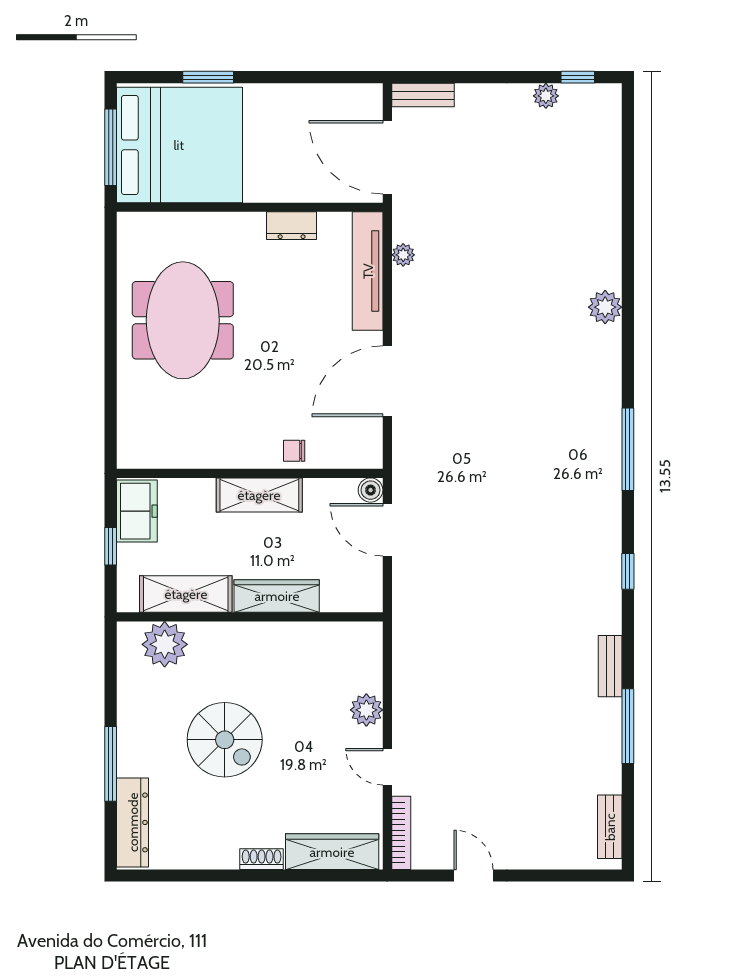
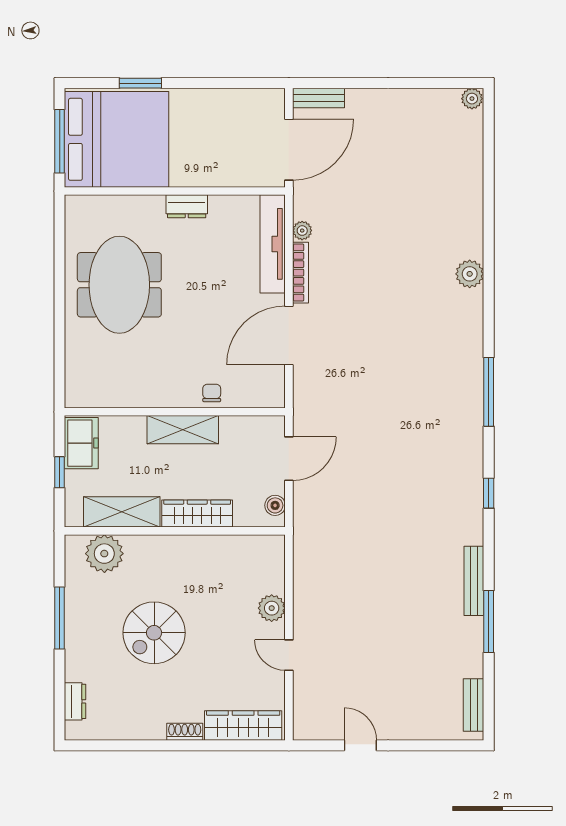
window: (578, 77) -> (447, 83), removed
plant: (546, 96) -> (472, 99), moved
door: (387, 157) -> (289, 150), swing flipped
dresser: (292, 226) -> (187, 206), moved
chair: (294, 451) -> (212, 393), turned 90
boiler: (371, 490) -> (275, 505), moved
door: (387, 530) -> (289, 459), swing flipped
bench: (610, 666) -> (474, 581), width x1.36
spiral stairs: (225, 740) -> (154, 633), turned 90
window: (111, 764) -> (60, 618), moved
dresser: (133, 822) -> (75, 701), width x0.51, depth x0.80
bookcase: (401, 833) -> (300, 273), moved

